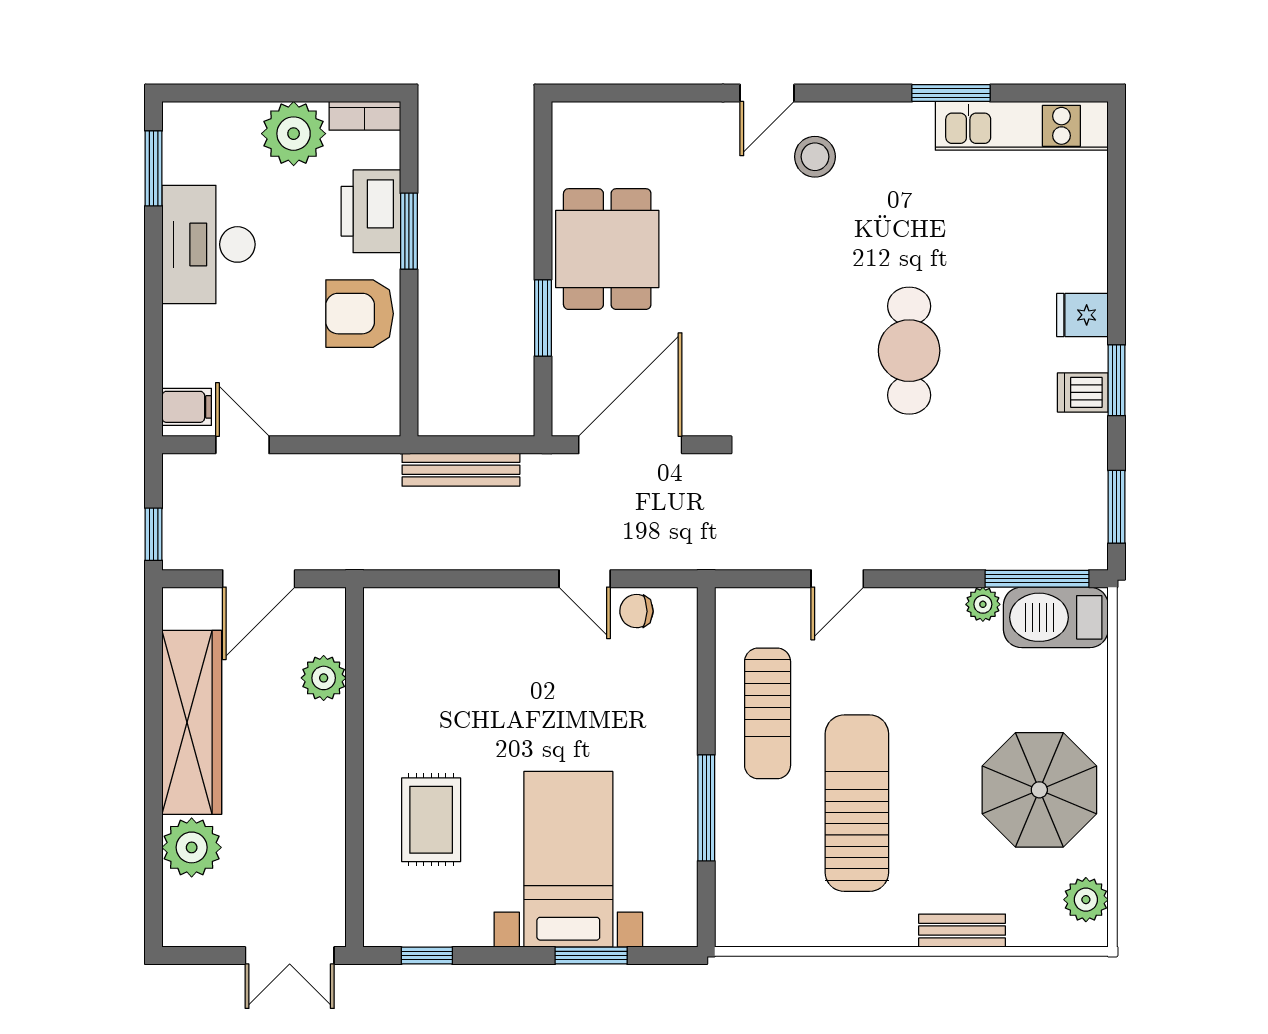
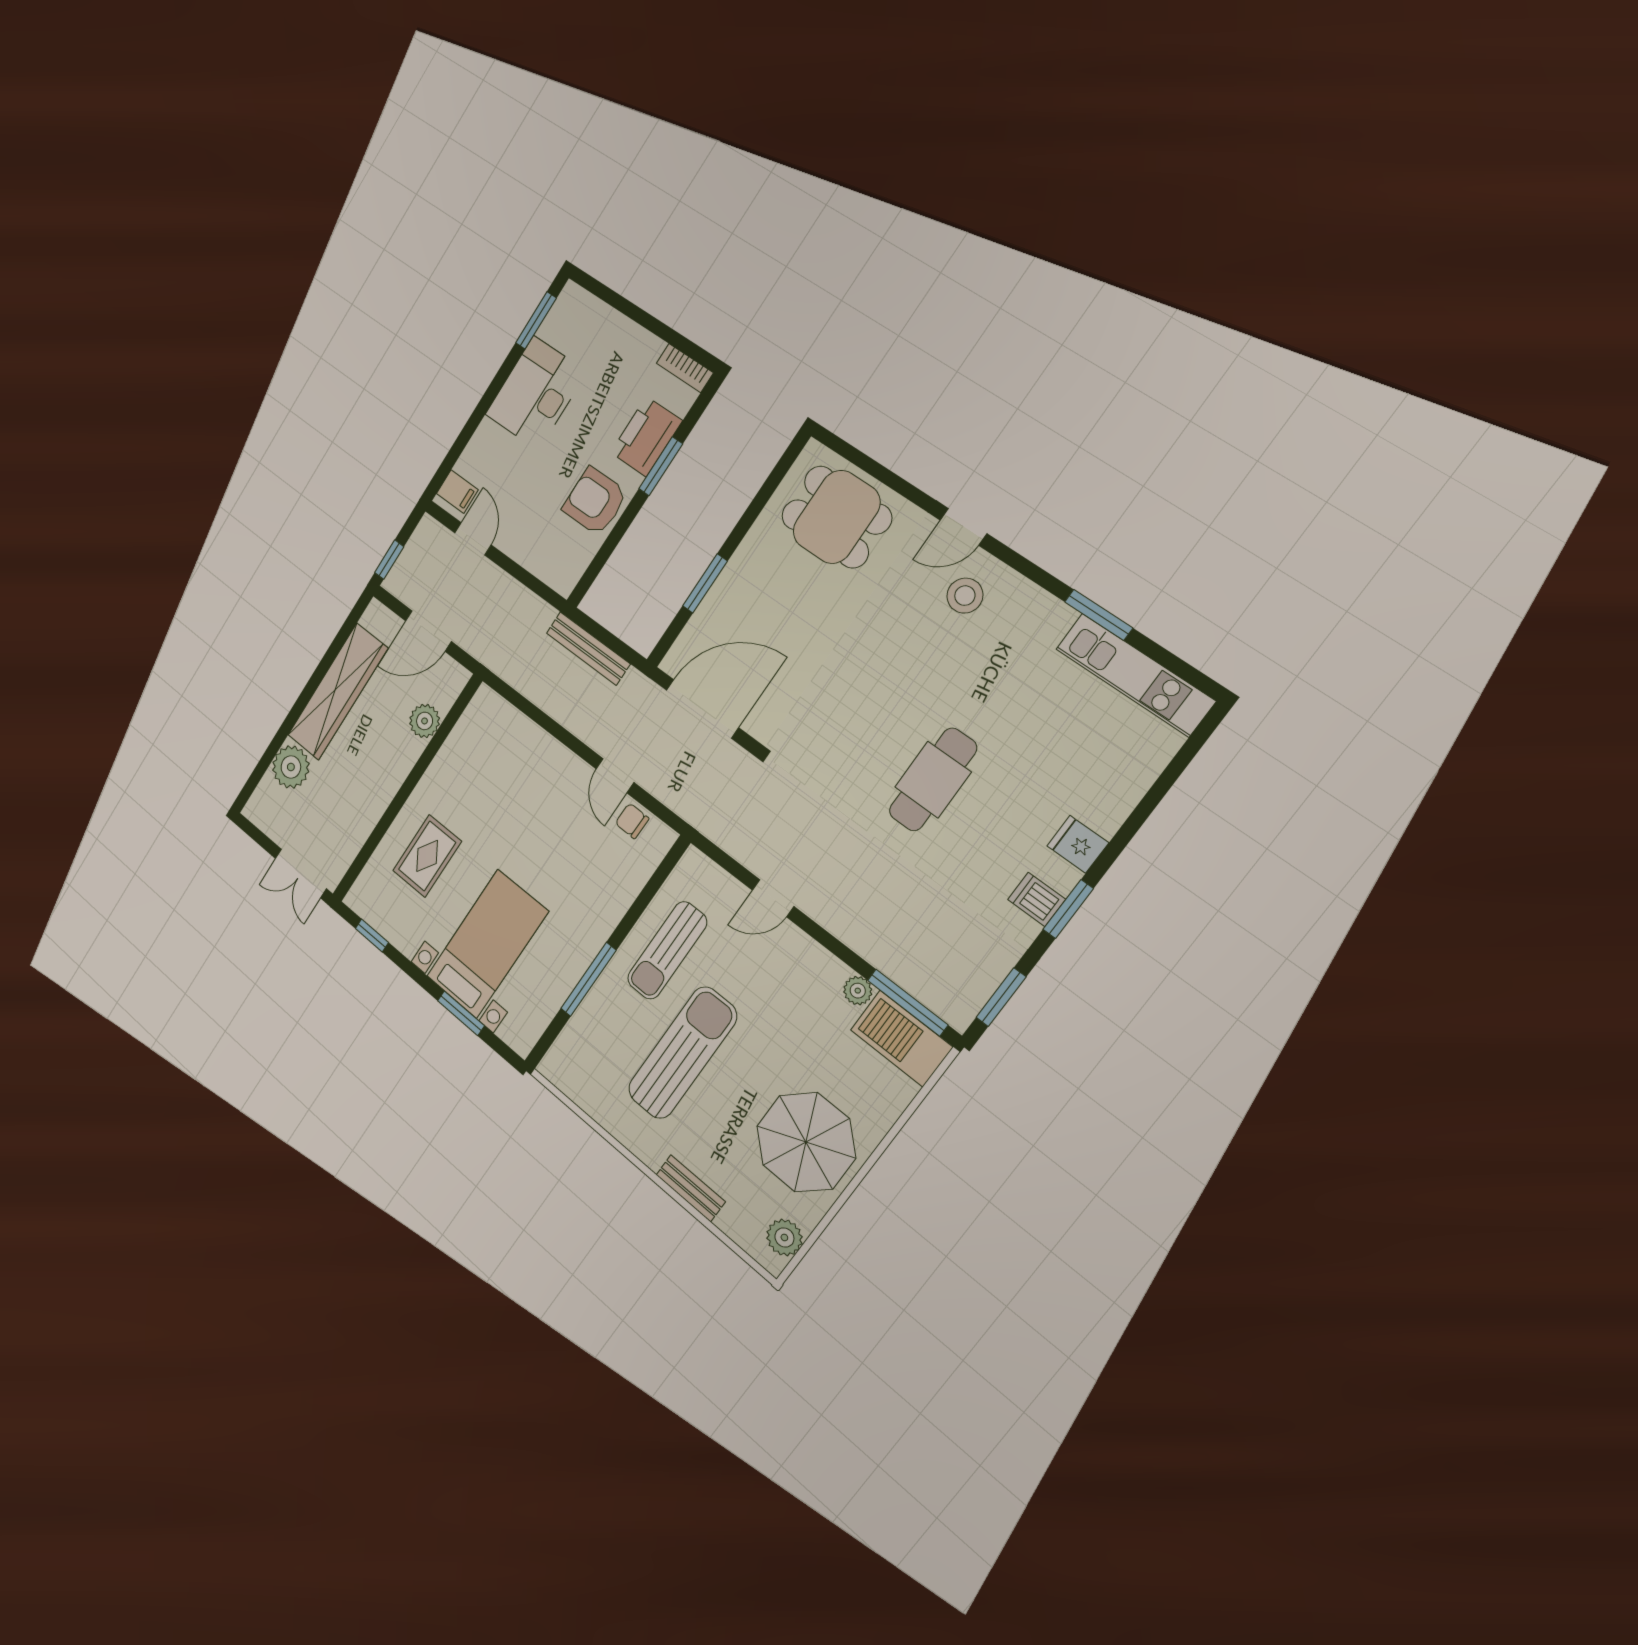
plant: (294, 134) -> (633, 352), removed
dining table: (607, 249) -> (836, 517), moved, turned 90

